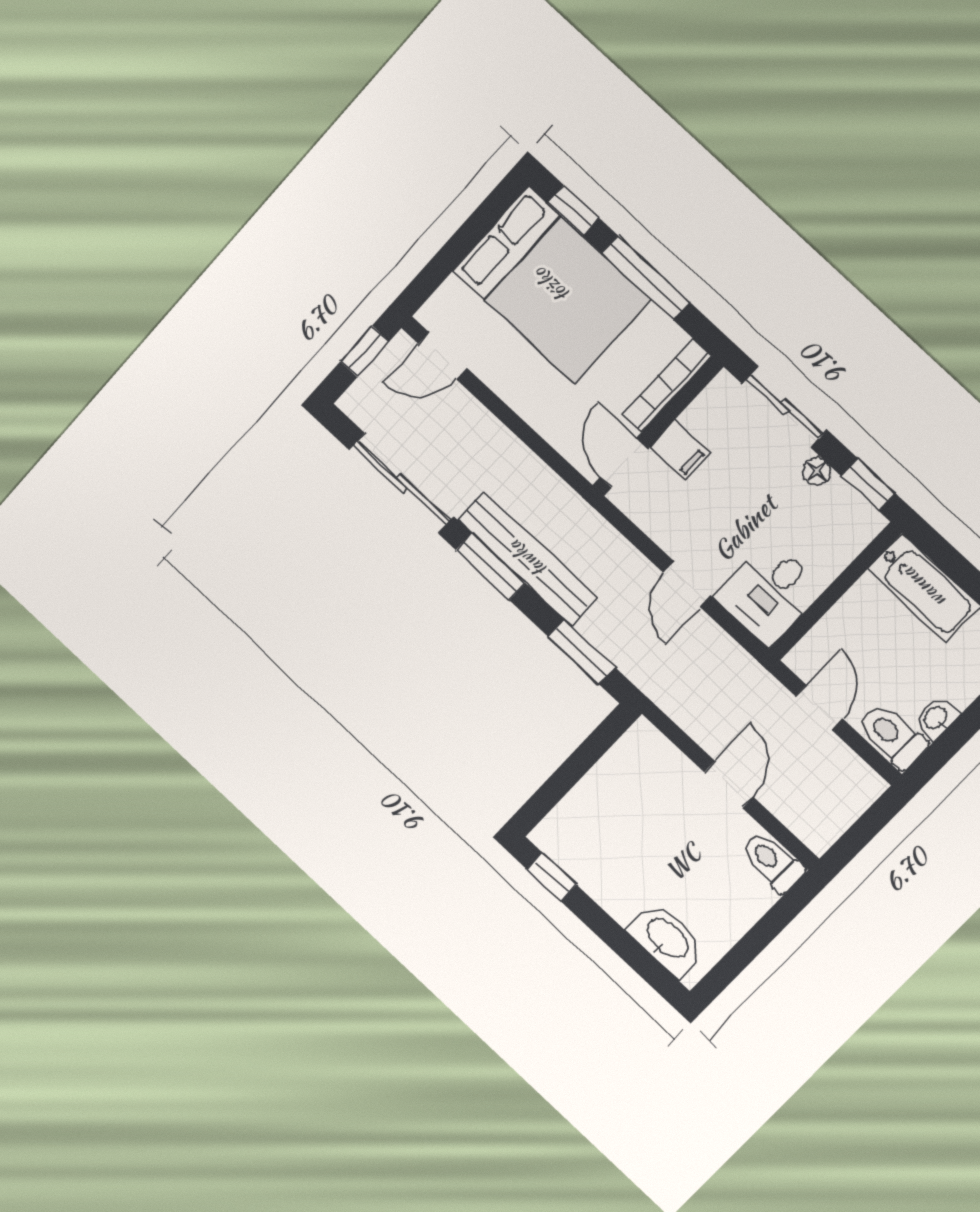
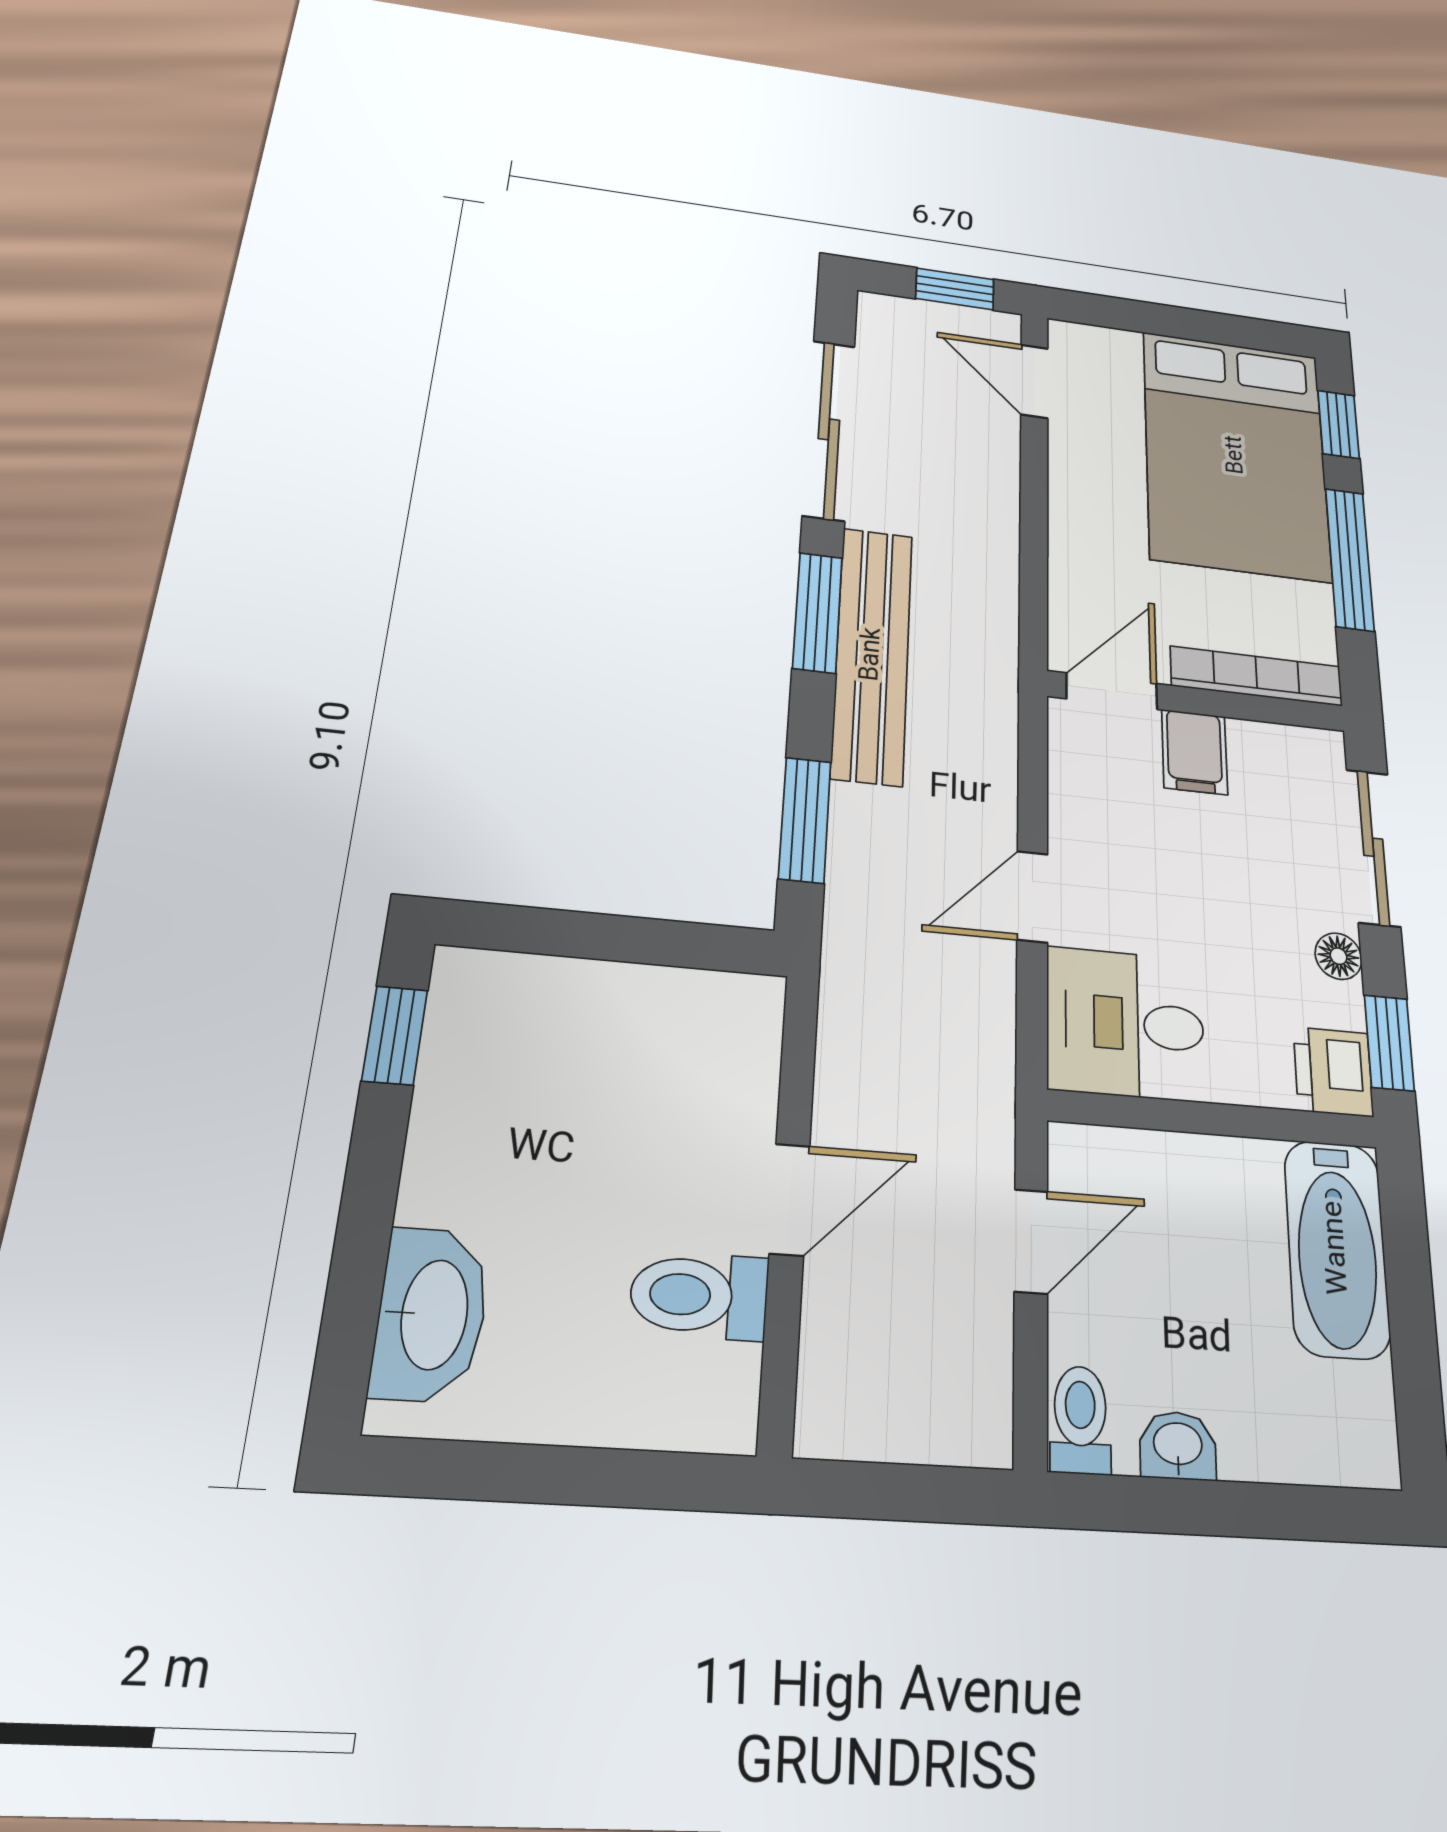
printer: (859, 522) -> (1333, 1072), added
toilet: (893, 736) -> (1080, 1420), width x0.73, depth x0.72
toilet: (772, 862) -> (699, 1295), moved, turned -90

